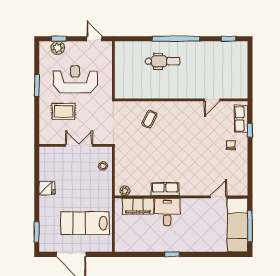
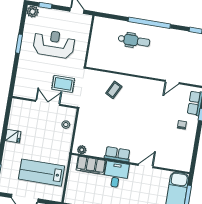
plant: (58, 48) -> (33, 12), moved
rug: (64, 111) -> (63, 84), moved
door: (218, 197) -> (146, 166), moved

